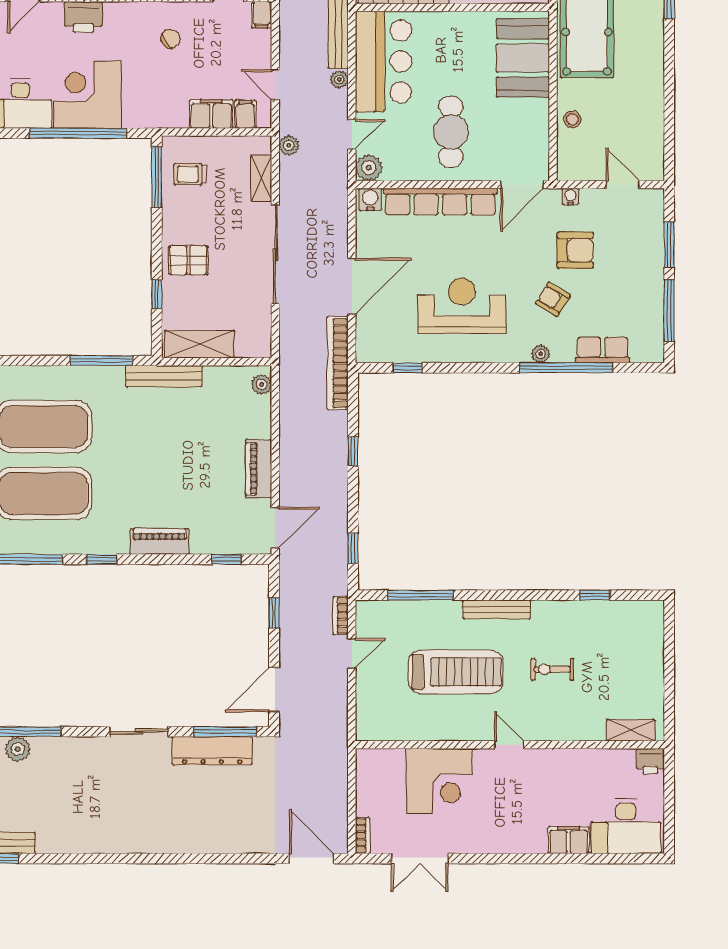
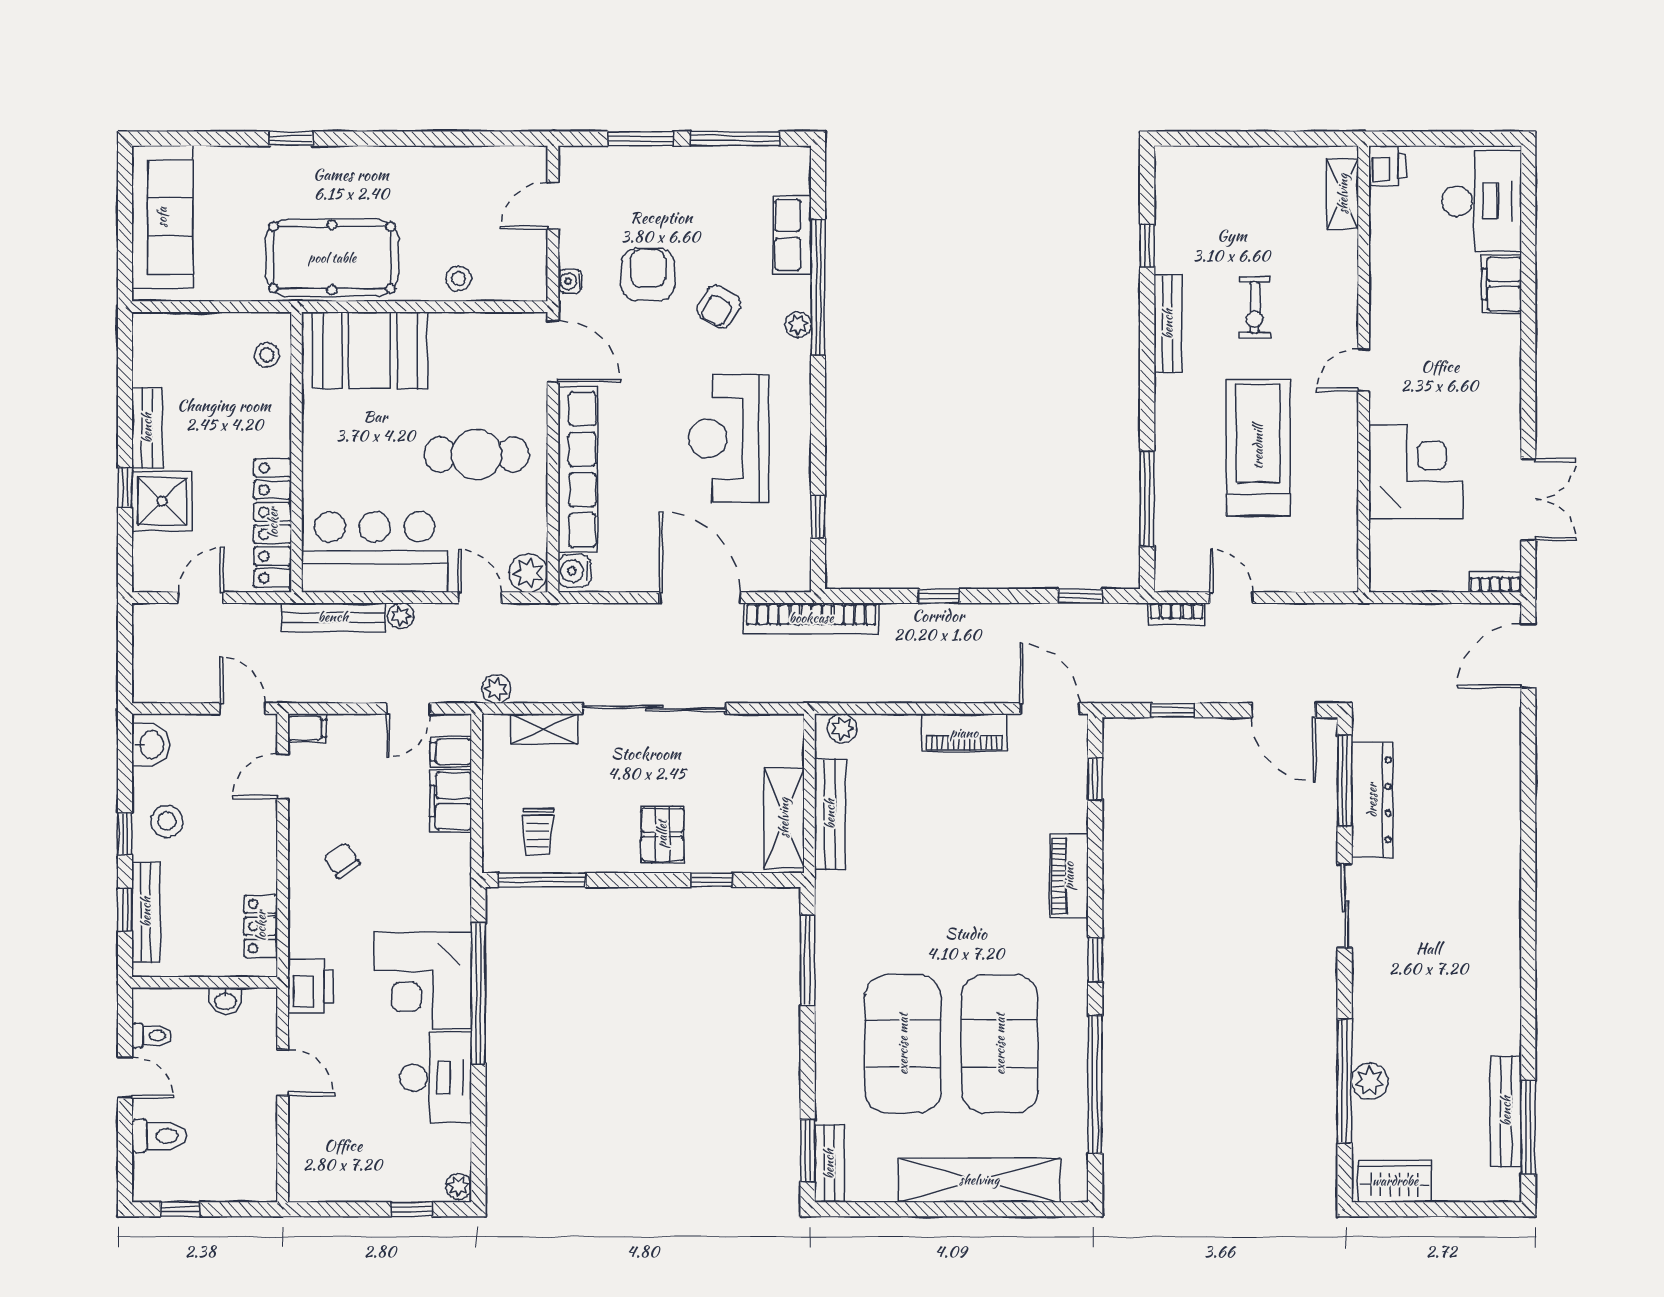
bench: (164, 376) -> (830, 814), moved
bench: (497, 609) -> (1168, 324), moved

